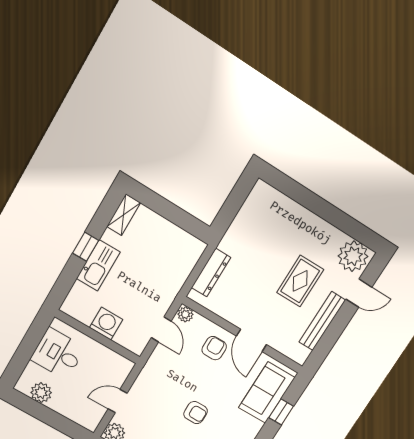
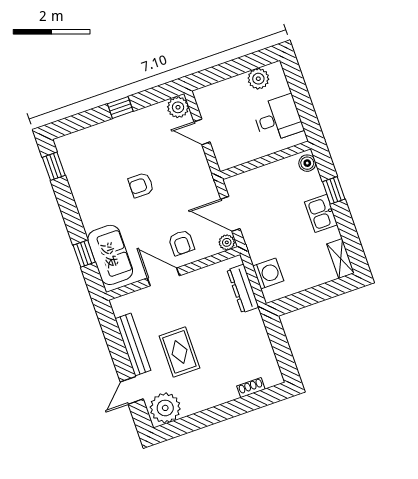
shoe rack: (284, 201) -> (251, 388), added
window: (86, 247) -> (334, 190), moved
kitchen sink: (98, 265) -> (321, 213), width x0.73
boiler: (72, 303) -> (307, 163), added
washing machine: (106, 324) -> (268, 273), moved, turned -90
door: (161, 329) -> (230, 214), width x1.38
door: (118, 401) -> (202, 132), swing flipped

